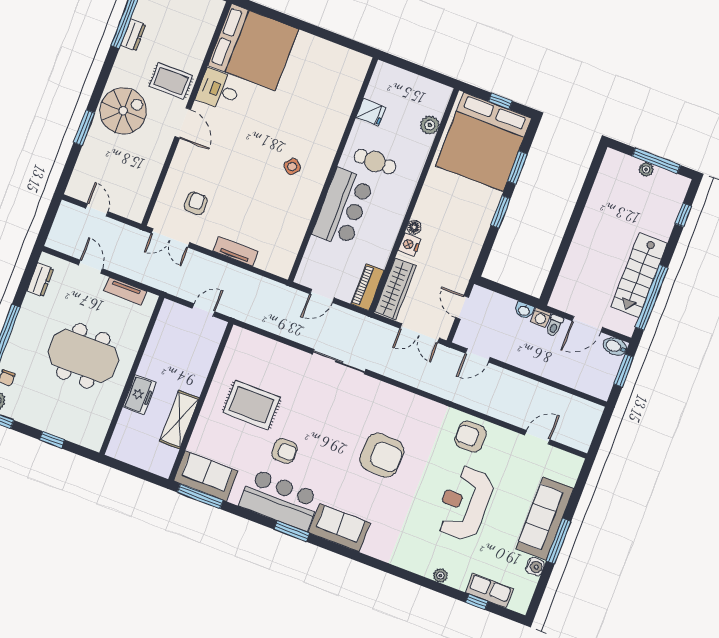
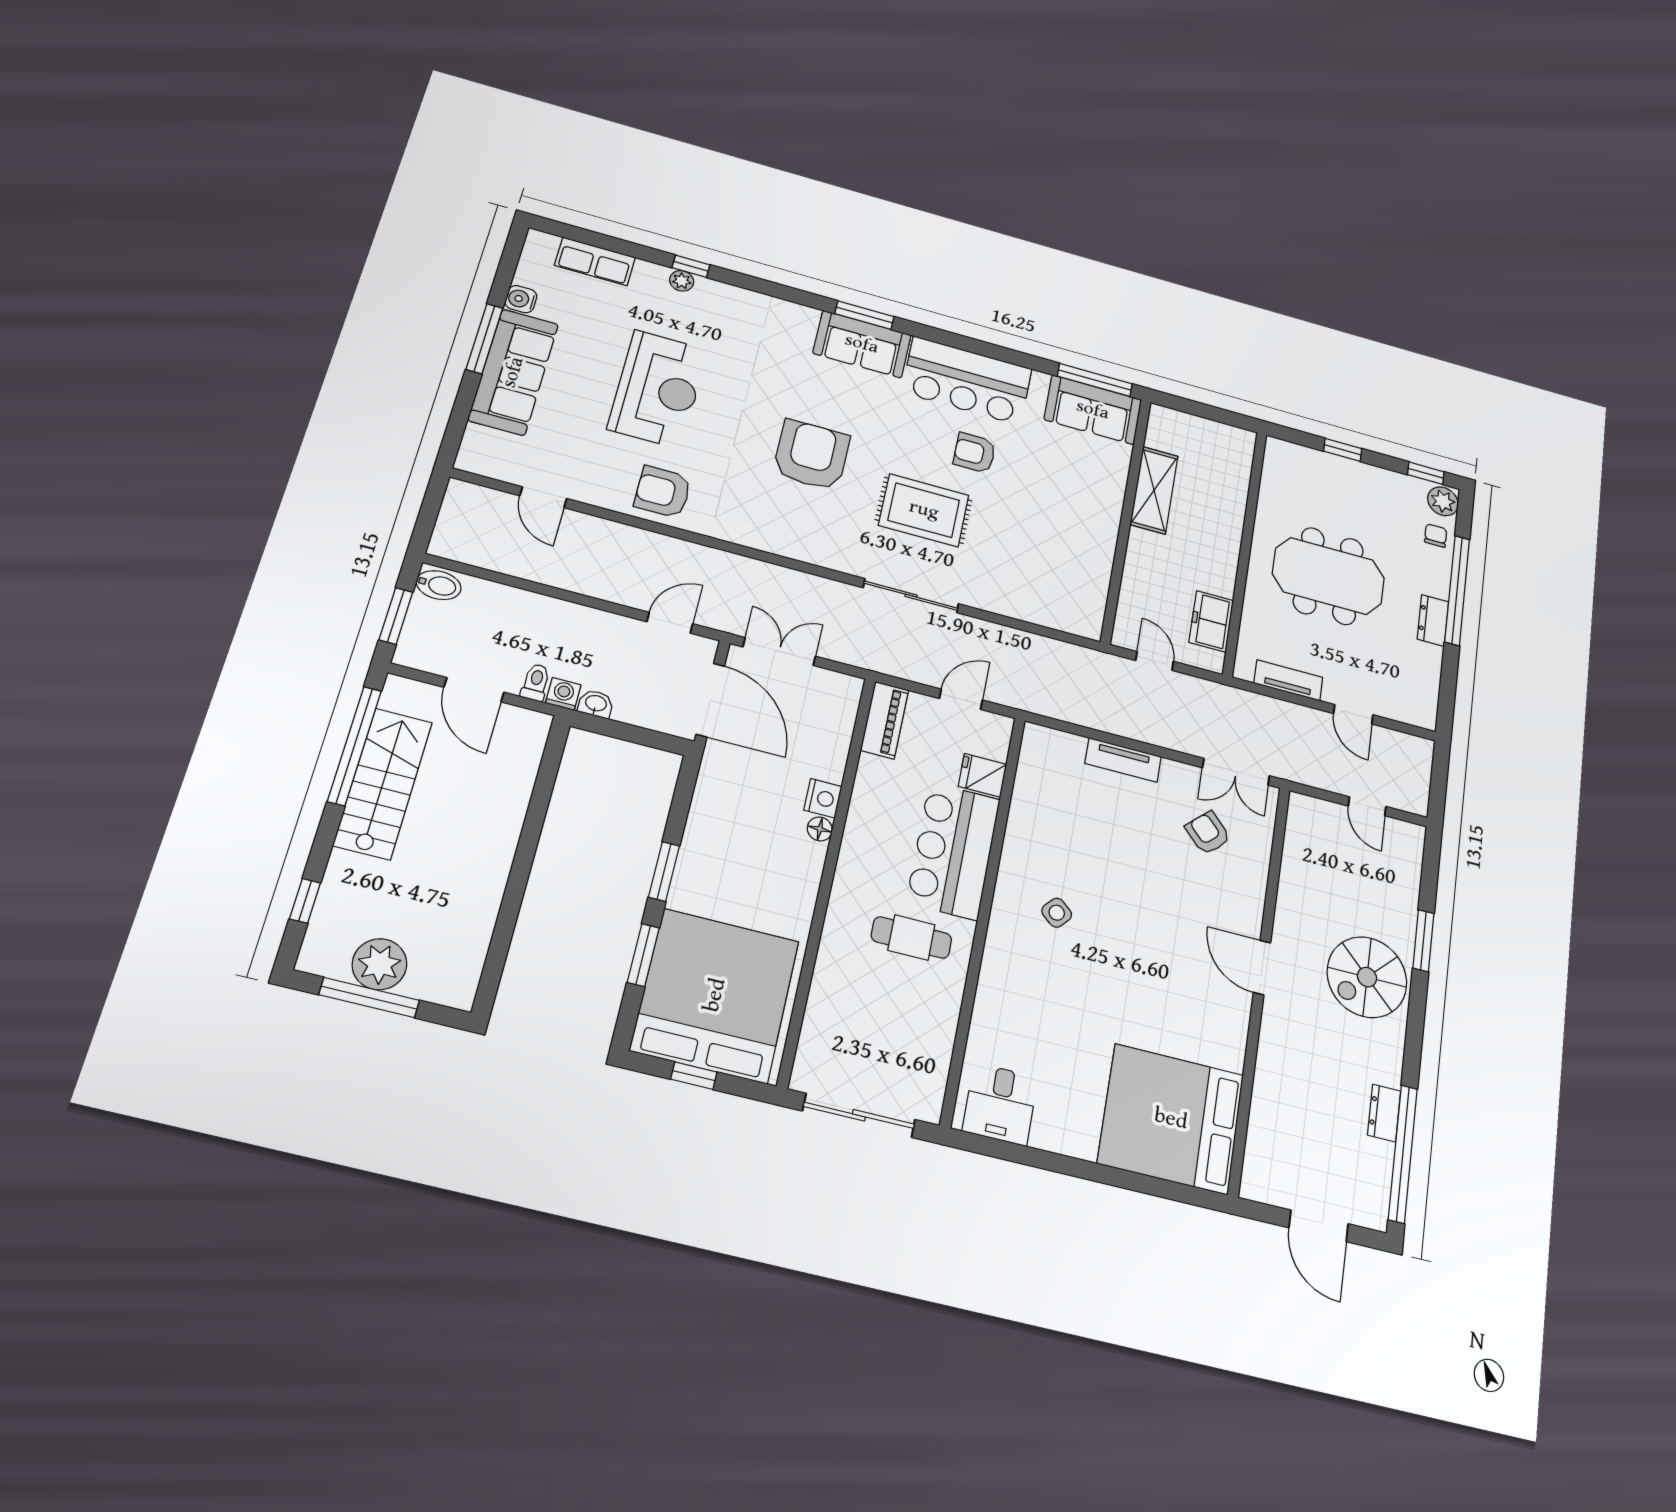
sliding door: (419, 70) -> (859, 1115), added
rug: (171, 81) -> (1300, 1039), removed
desk: (219, 90) -> (1000, 1104), moved, turned 90
fridge: (371, 112) -> (982, 775), moved
plant: (430, 125) -> (822, 1015), removed
plant: (646, 169) -> (379, 964), width x1.88, depth x1.88
armchair: (196, 203) -> (1208, 833), turned 136
double door: (171, 238) -> (1236, 772), swing flipped
dresser: (40, 280) -> (1433, 620), moved
wardrobe: (395, 289) -> (835, 721), removed
door: (462, 307) -> (710, 700), width x1.87
door: (204, 310) -> (1155, 661), swing flipped
door: (587, 324) -> (474, 690), swing flipped
bidet: (615, 347) -> (439, 585), moved
freezer: (140, 395) -> (1211, 621), moved
rug: (252, 405) -> (924, 510), moved
armchair: (471, 437) -> (663, 492), turned 180
door: (537, 437) -> (543, 497), hinge flipped
armchair: (382, 455) -> (811, 455), turned 88
window: (292, 531) -> (864, 315), moved
window: (477, 602) -> (691, 266), moved

